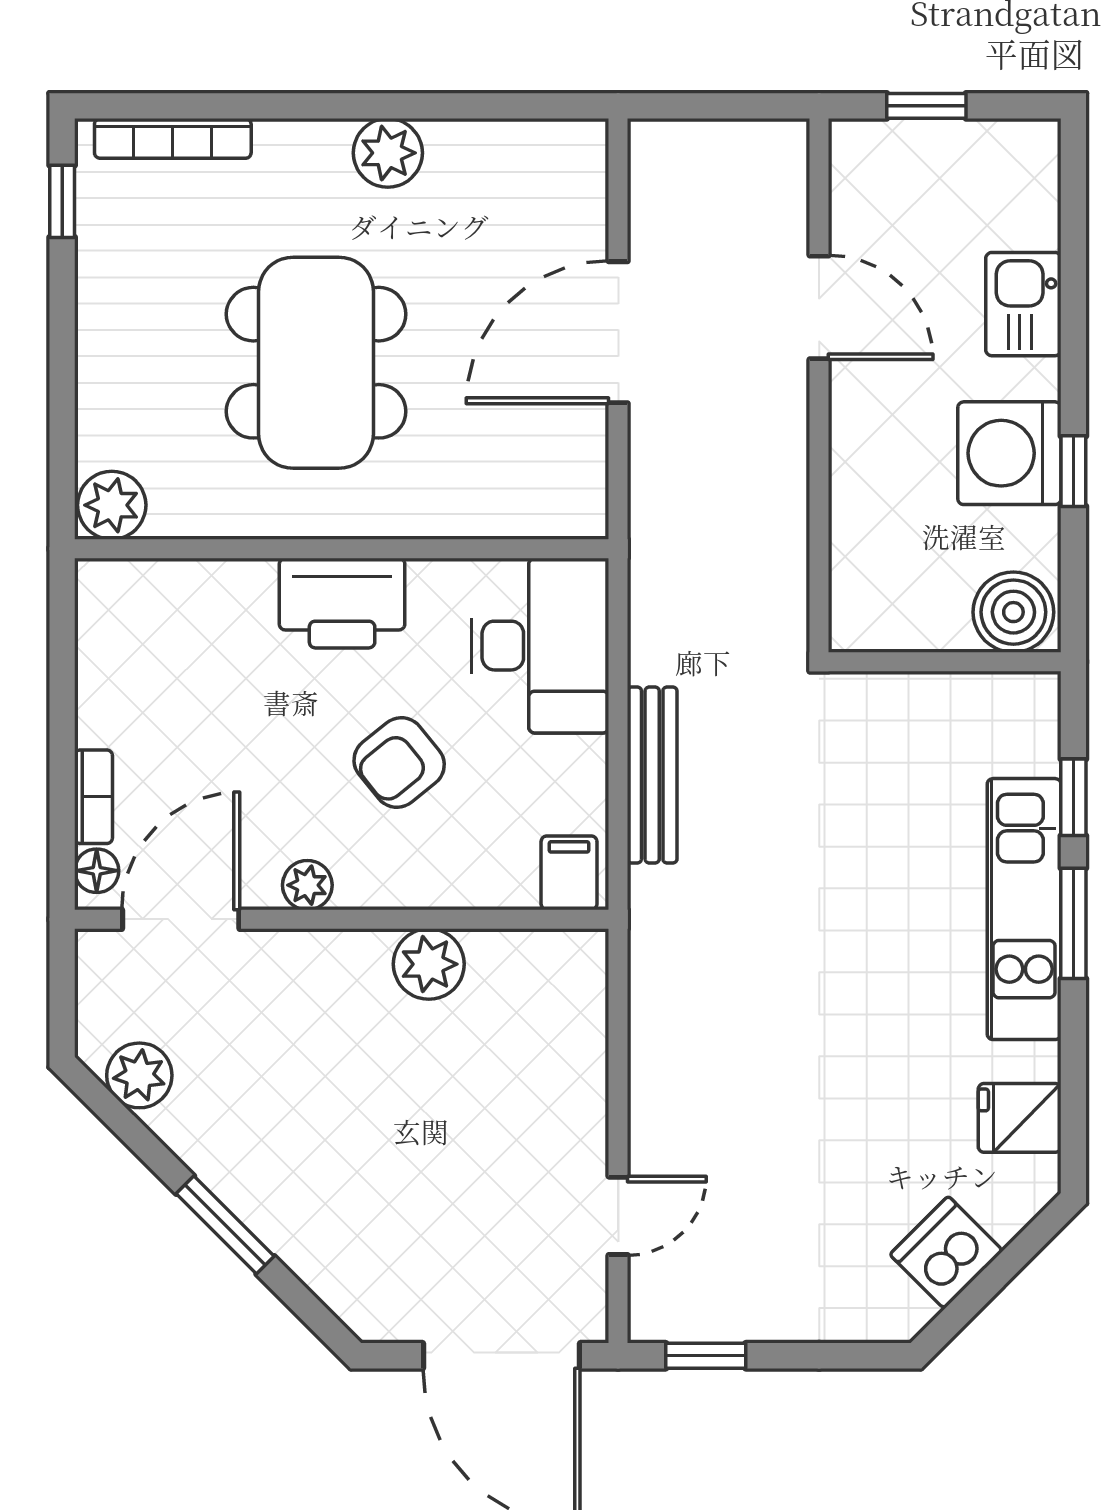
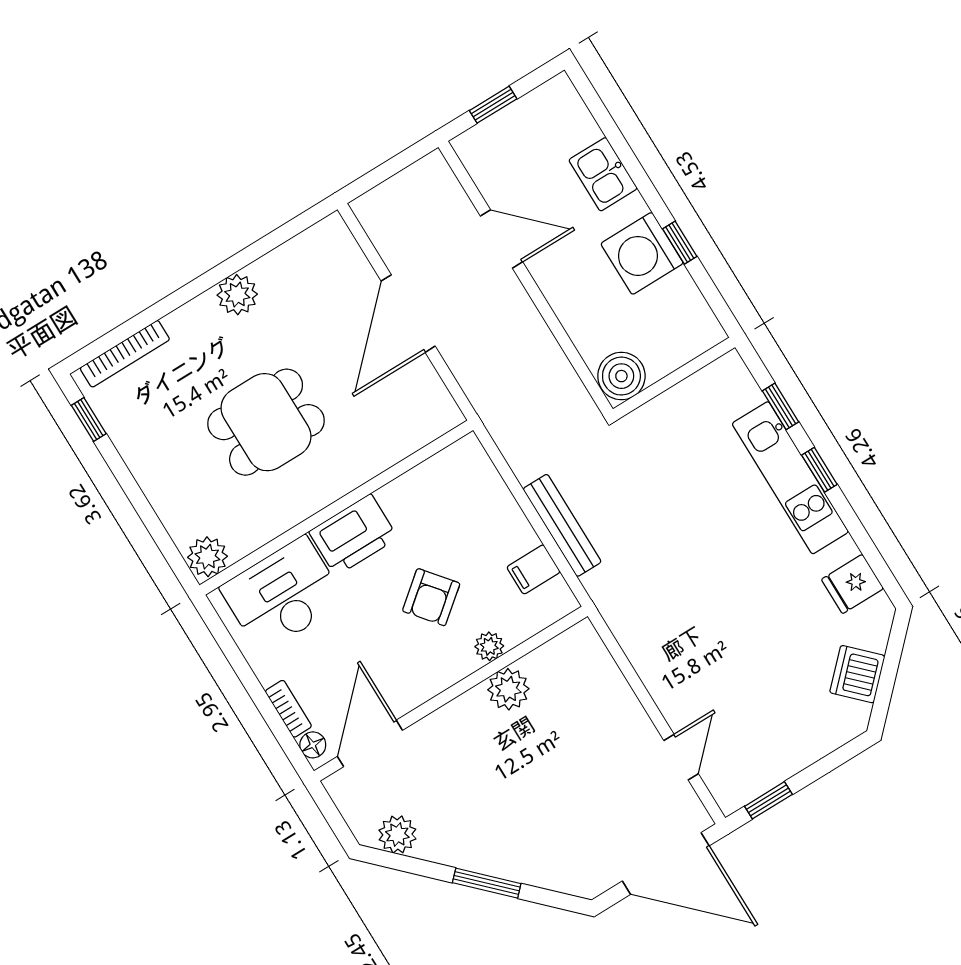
dining table: (316, 363) -> (266, 422), width x0.73
boiler: (1013, 612) -> (621, 376), moved
desk: (540, 646) -> (283, 595), moved, turned -90
filing cabinet: (569, 873) -> (534, 569), moved, turned -90
plant: (307, 885) -> (489, 646), moved
window: (1073, 923) -> (819, 470), width x0.67

